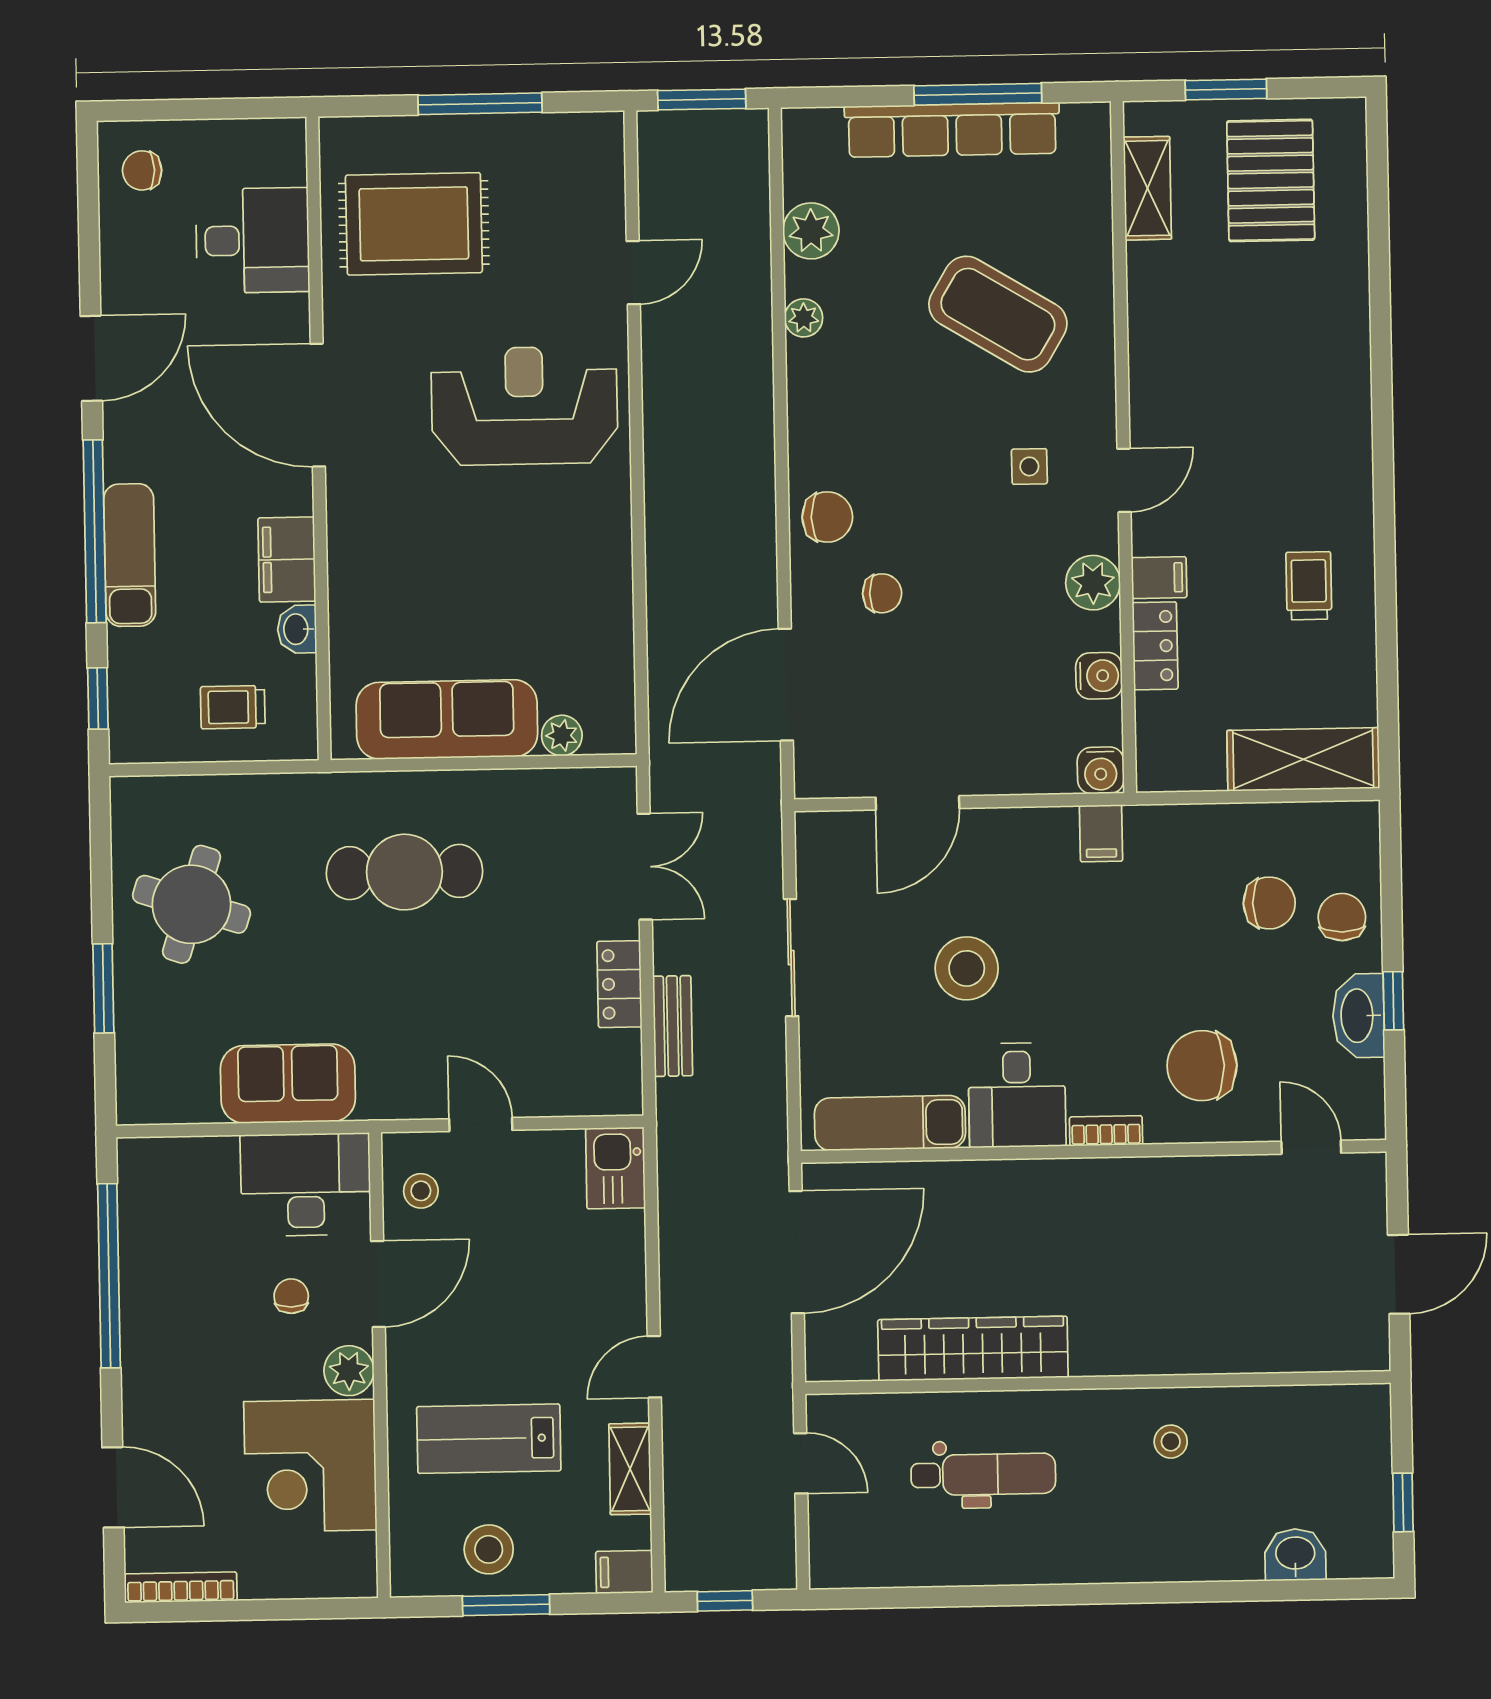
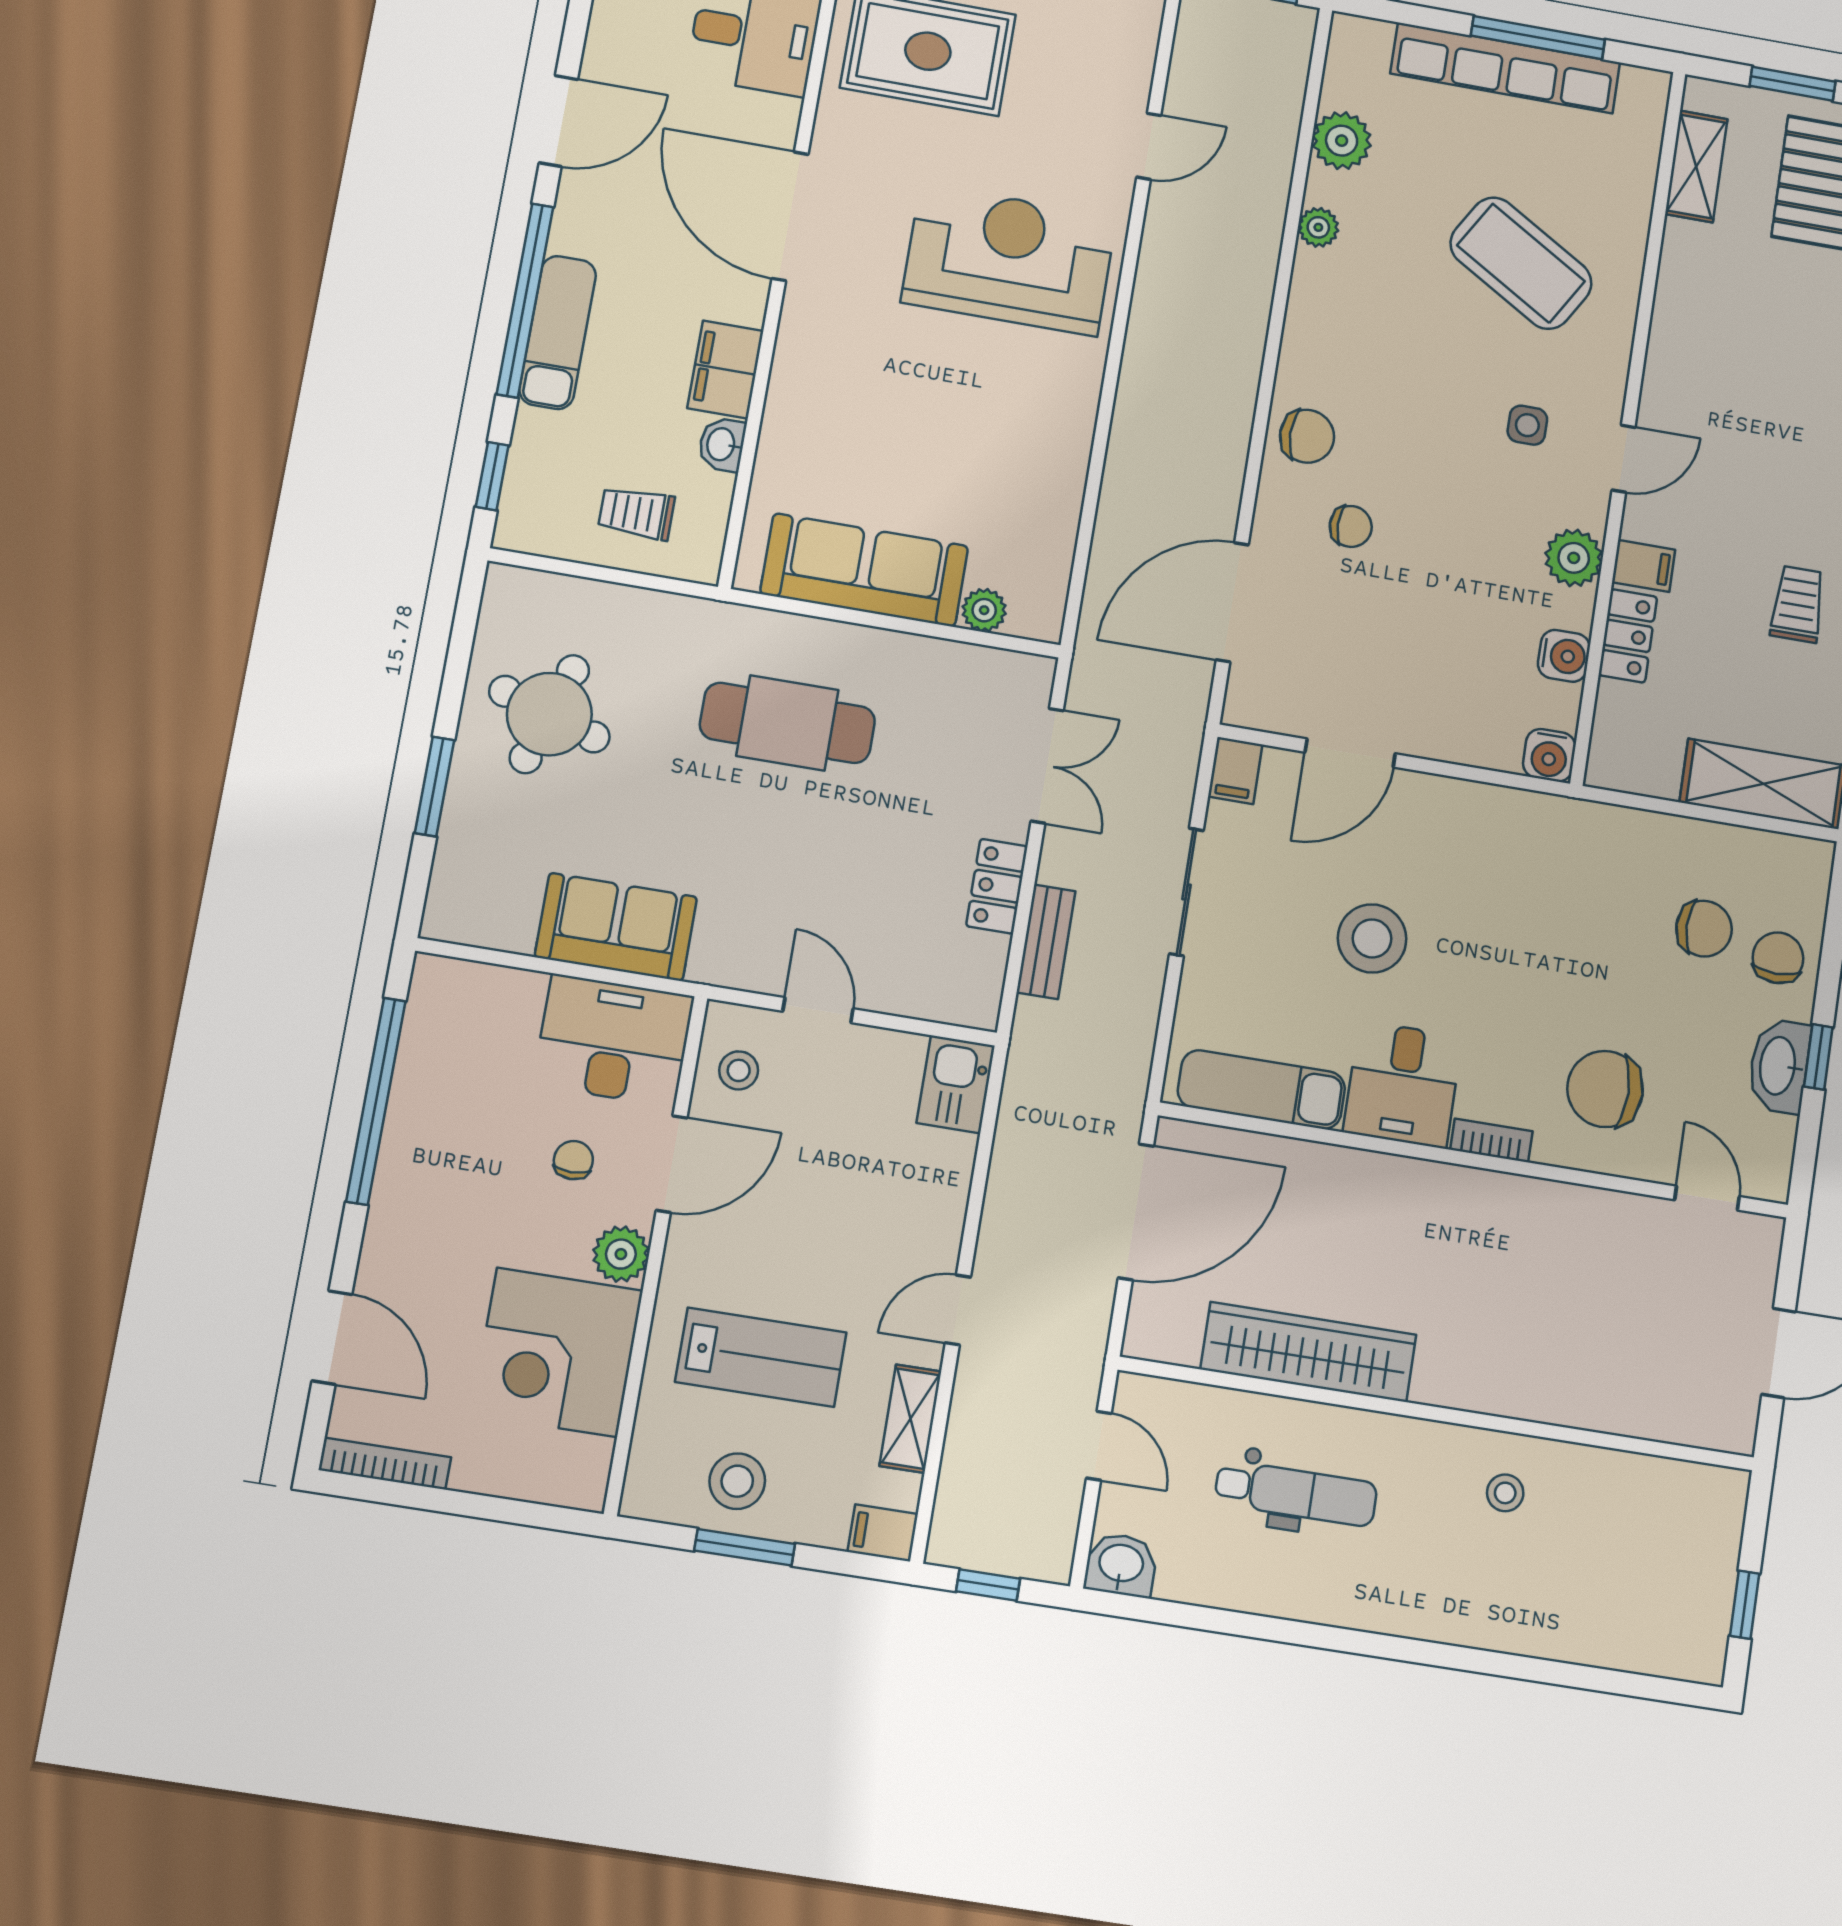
filing cabinet: (1101, 833) -> (1235, 771), moved
lab bench: (489, 1439) -> (761, 1357), turned 180
washbasin: (1295, 1555) -> (1121, 1565), moved

